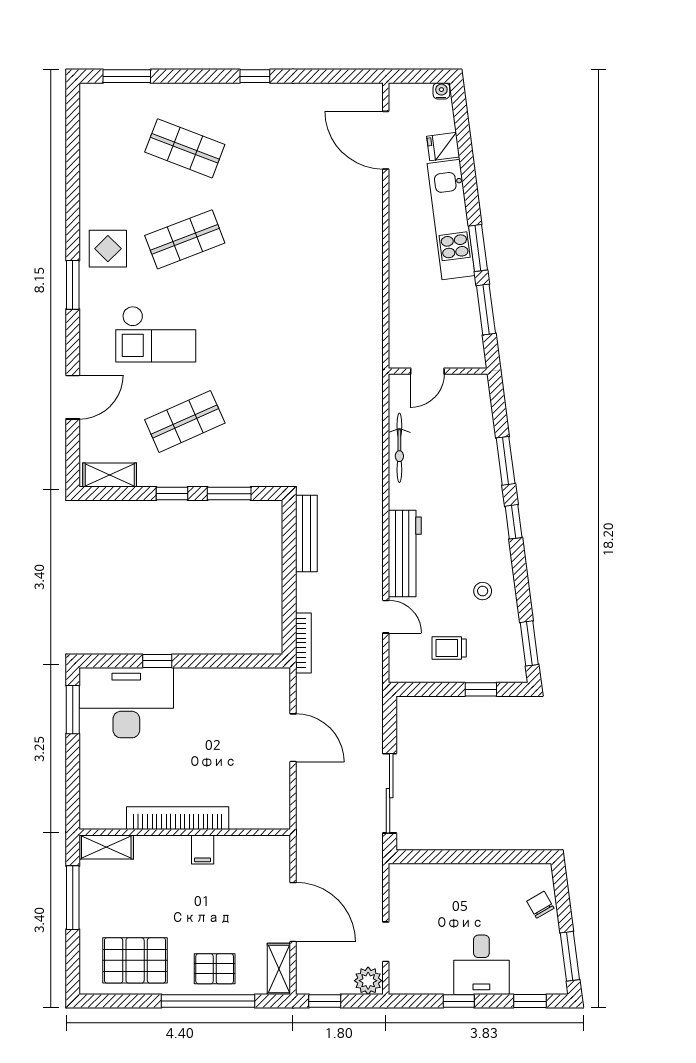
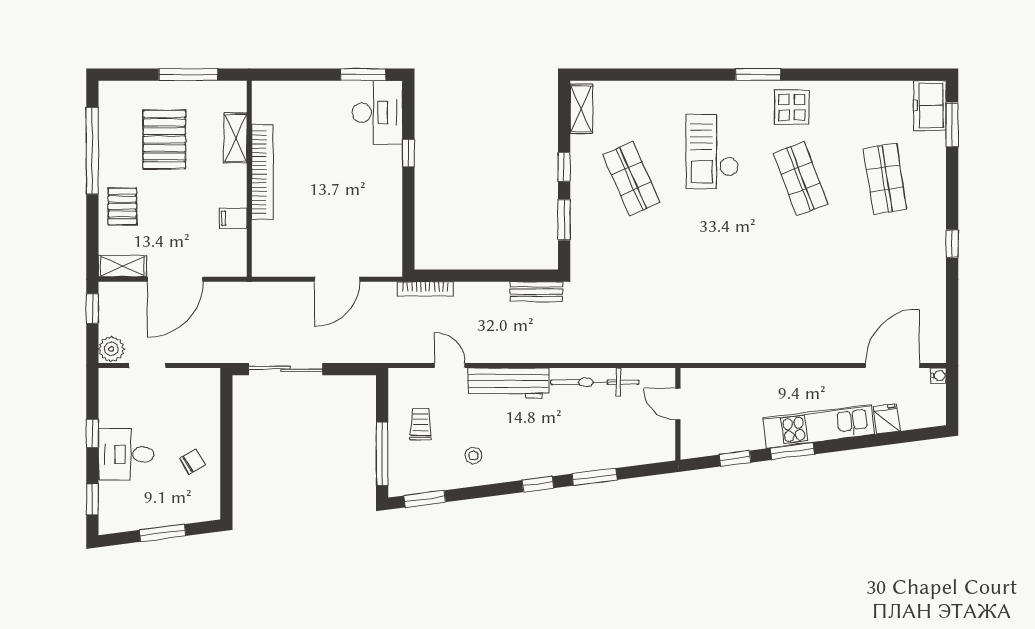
water cooler: (441, 91) -> (938, 376), moved
freezer: (106, 100) -> (930, 105), added
shop shelf: (185, 148) -> (885, 179), turned -30
window: (486, 309) -> (735, 459), width x0.67
door: (73, 397) -> (654, 75), removed
bicycle: (399, 448) -> (595, 382), width x1.37, depth x1.40
bench: (306, 534) -> (536, 292), width x0.73
door: (386, 617) -> (450, 365), swing flipped
window: (481, 689) -> (382, 454), width x2.17
desk: (126, 703) -> (377, 113), width x0.73, depth x0.77
shelving: (106, 847) -> (236, 138), moved
filing cabinet: (203, 850) -> (233, 218), moved
chair: (540, 905) -> (192, 461), moved
window: (570, 956) -> (163, 533), moved
pallet: (135, 960) -> (164, 139), moved
window: (208, 1001) -> (92, 151), moved

